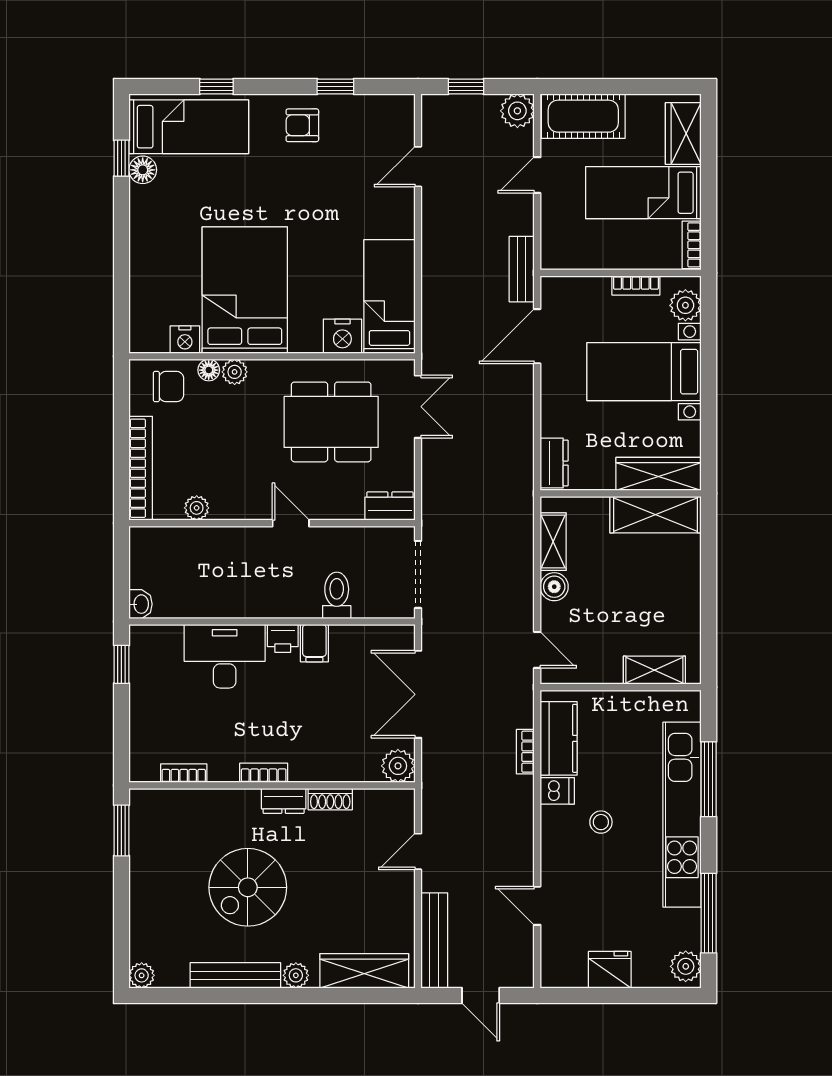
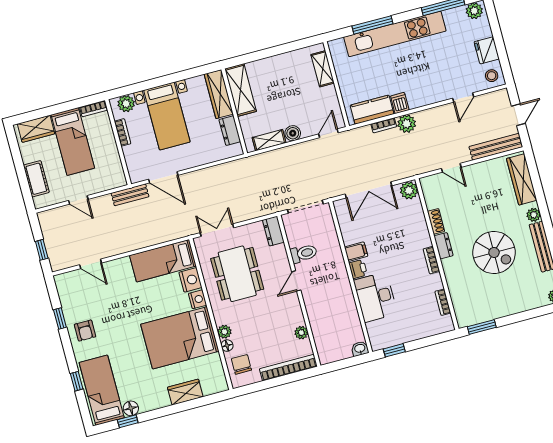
plant: (517, 111) -> (407, 124), moved
cot: (583, 116) -> (36, 179), width x0.73, depth x0.75
wardrobe: (146, 274) -> (185, 392), added
nightstand: (185, 340) -> (198, 299), moved
dresser: (554, 463) -> (230, 131), moved, turned -90
toilet: (337, 595) -> (304, 253), moved, turned 180
stool: (601, 822) -> (492, 76), moved

